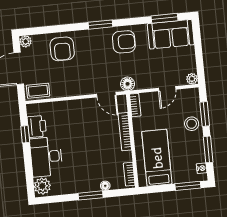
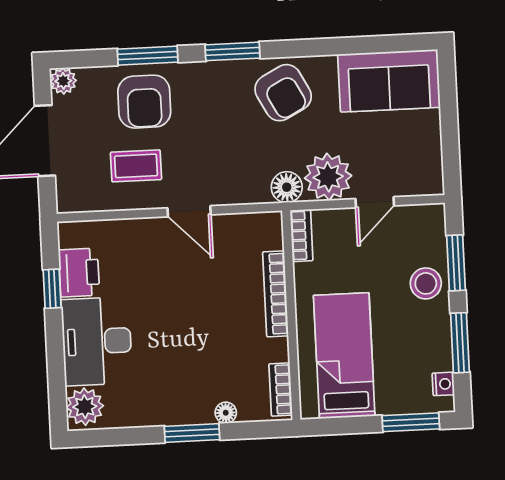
window: (164, 18) -> (148, 56), moved
armchair: (124, 42) -> (283, 93), turned 62
plant: (192, 79) -> (328, 177), moved, width x1.88, depth x1.88
coffee table: (38, 91) -> (136, 166), moved
door: (106, 95) -> (189, 211), moved

